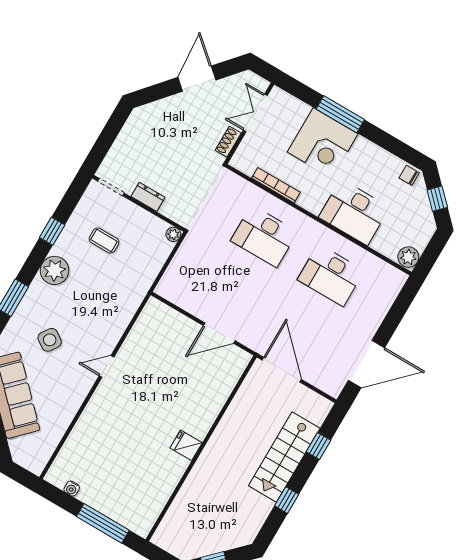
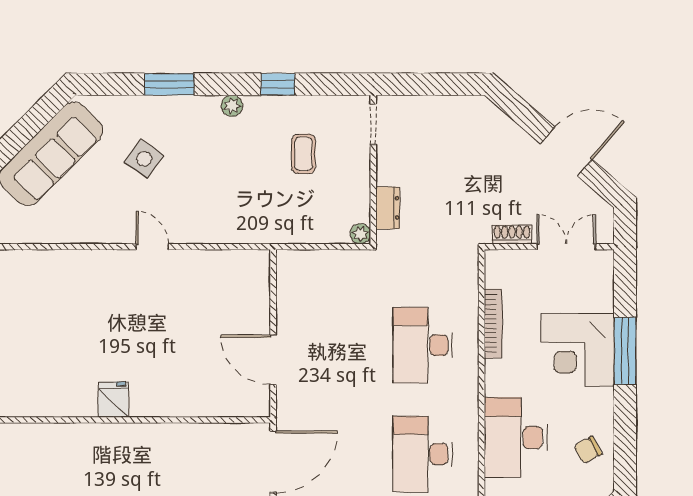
chair: (409, 175) -> (588, 450), moved, turned -118
dresser: (148, 197) -> (388, 208), moved
plant: (55, 270) -> (232, 106), width x0.53, depth x0.53

